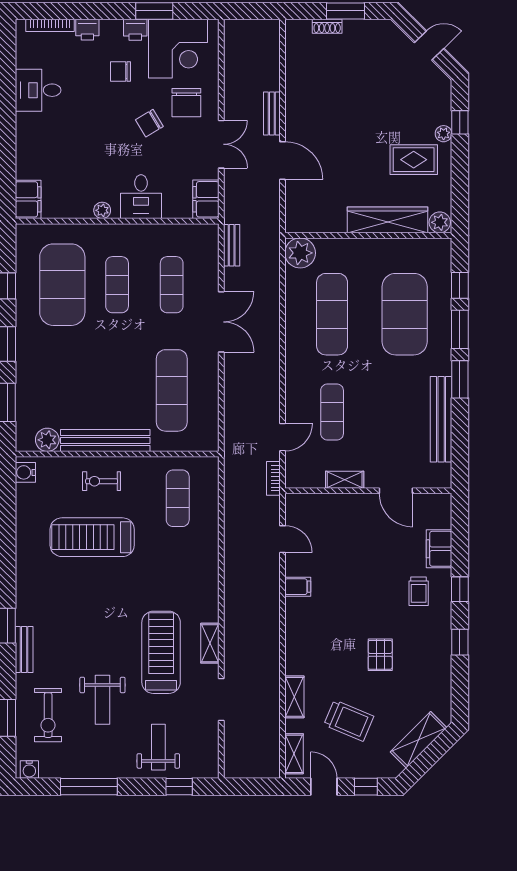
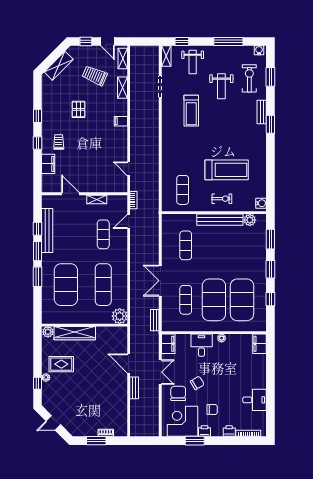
double door: (221, 144) -> (160, 372), swing flipped
exercise mat: (117, 285) -> (214, 300), width x2.00, depth x1.45
window: (460, 285) -> (37, 229), moved
exercise mat: (172, 390) -> (186, 245), width x0.73, depth x0.69
filing cabinet: (298, 587) -> (121, 121), moved
shelving: (210, 643) -> (166, 56), moved
treadmill: (161, 652) -> (191, 111), width x0.73, depth x0.73
weight bench: (102, 700) -> (221, 86), turned 180

